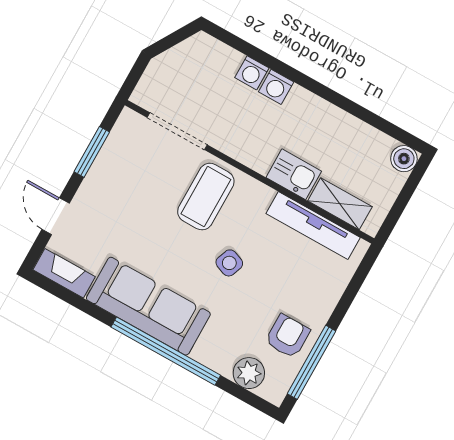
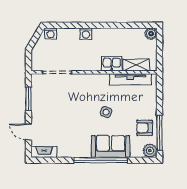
washing machine: (252, 73) -> (51, 33), moved
coffee table: (206, 197) -> (82, 91), removed
sofa: (148, 306) -> (110, 146), moved, width x0.73
armchair: (288, 336) -> (145, 128), turned -90
plant: (249, 373) -> (150, 151), moved

